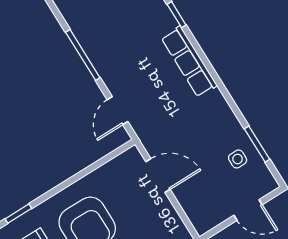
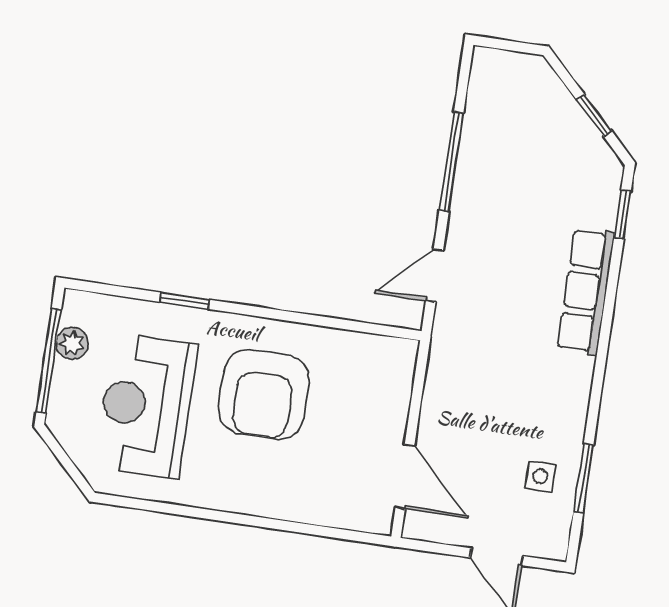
door: (158, 176) -> (405, 477), moved

